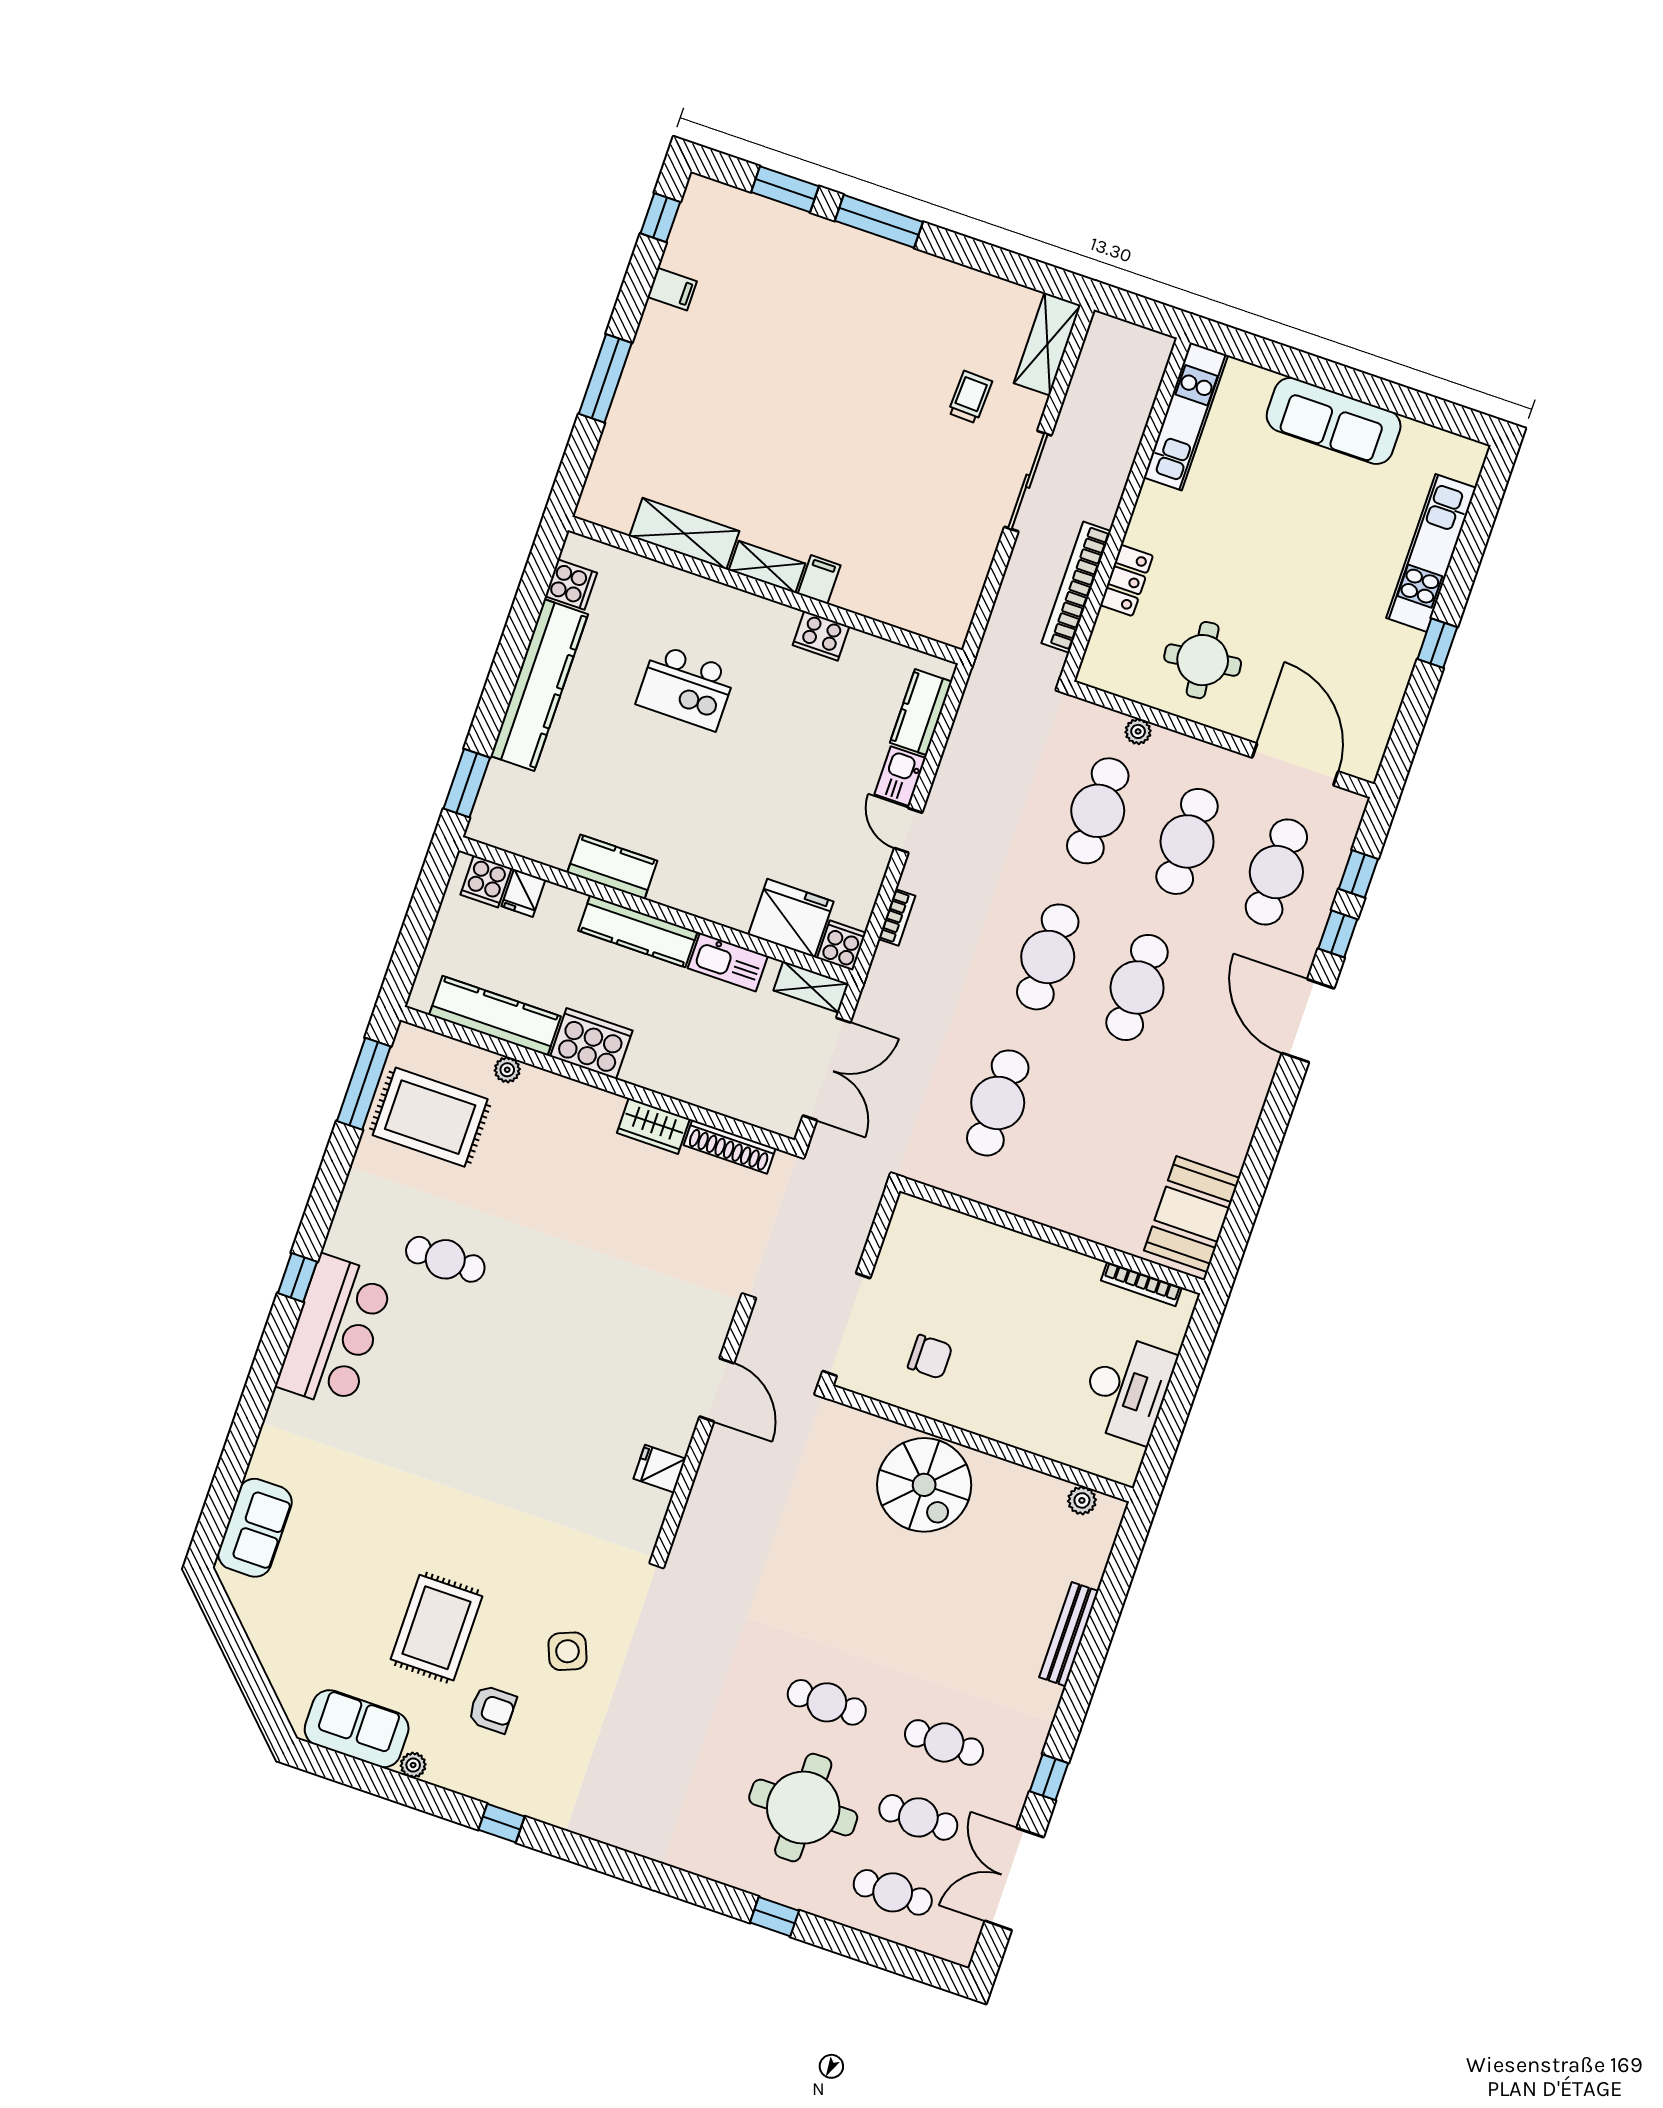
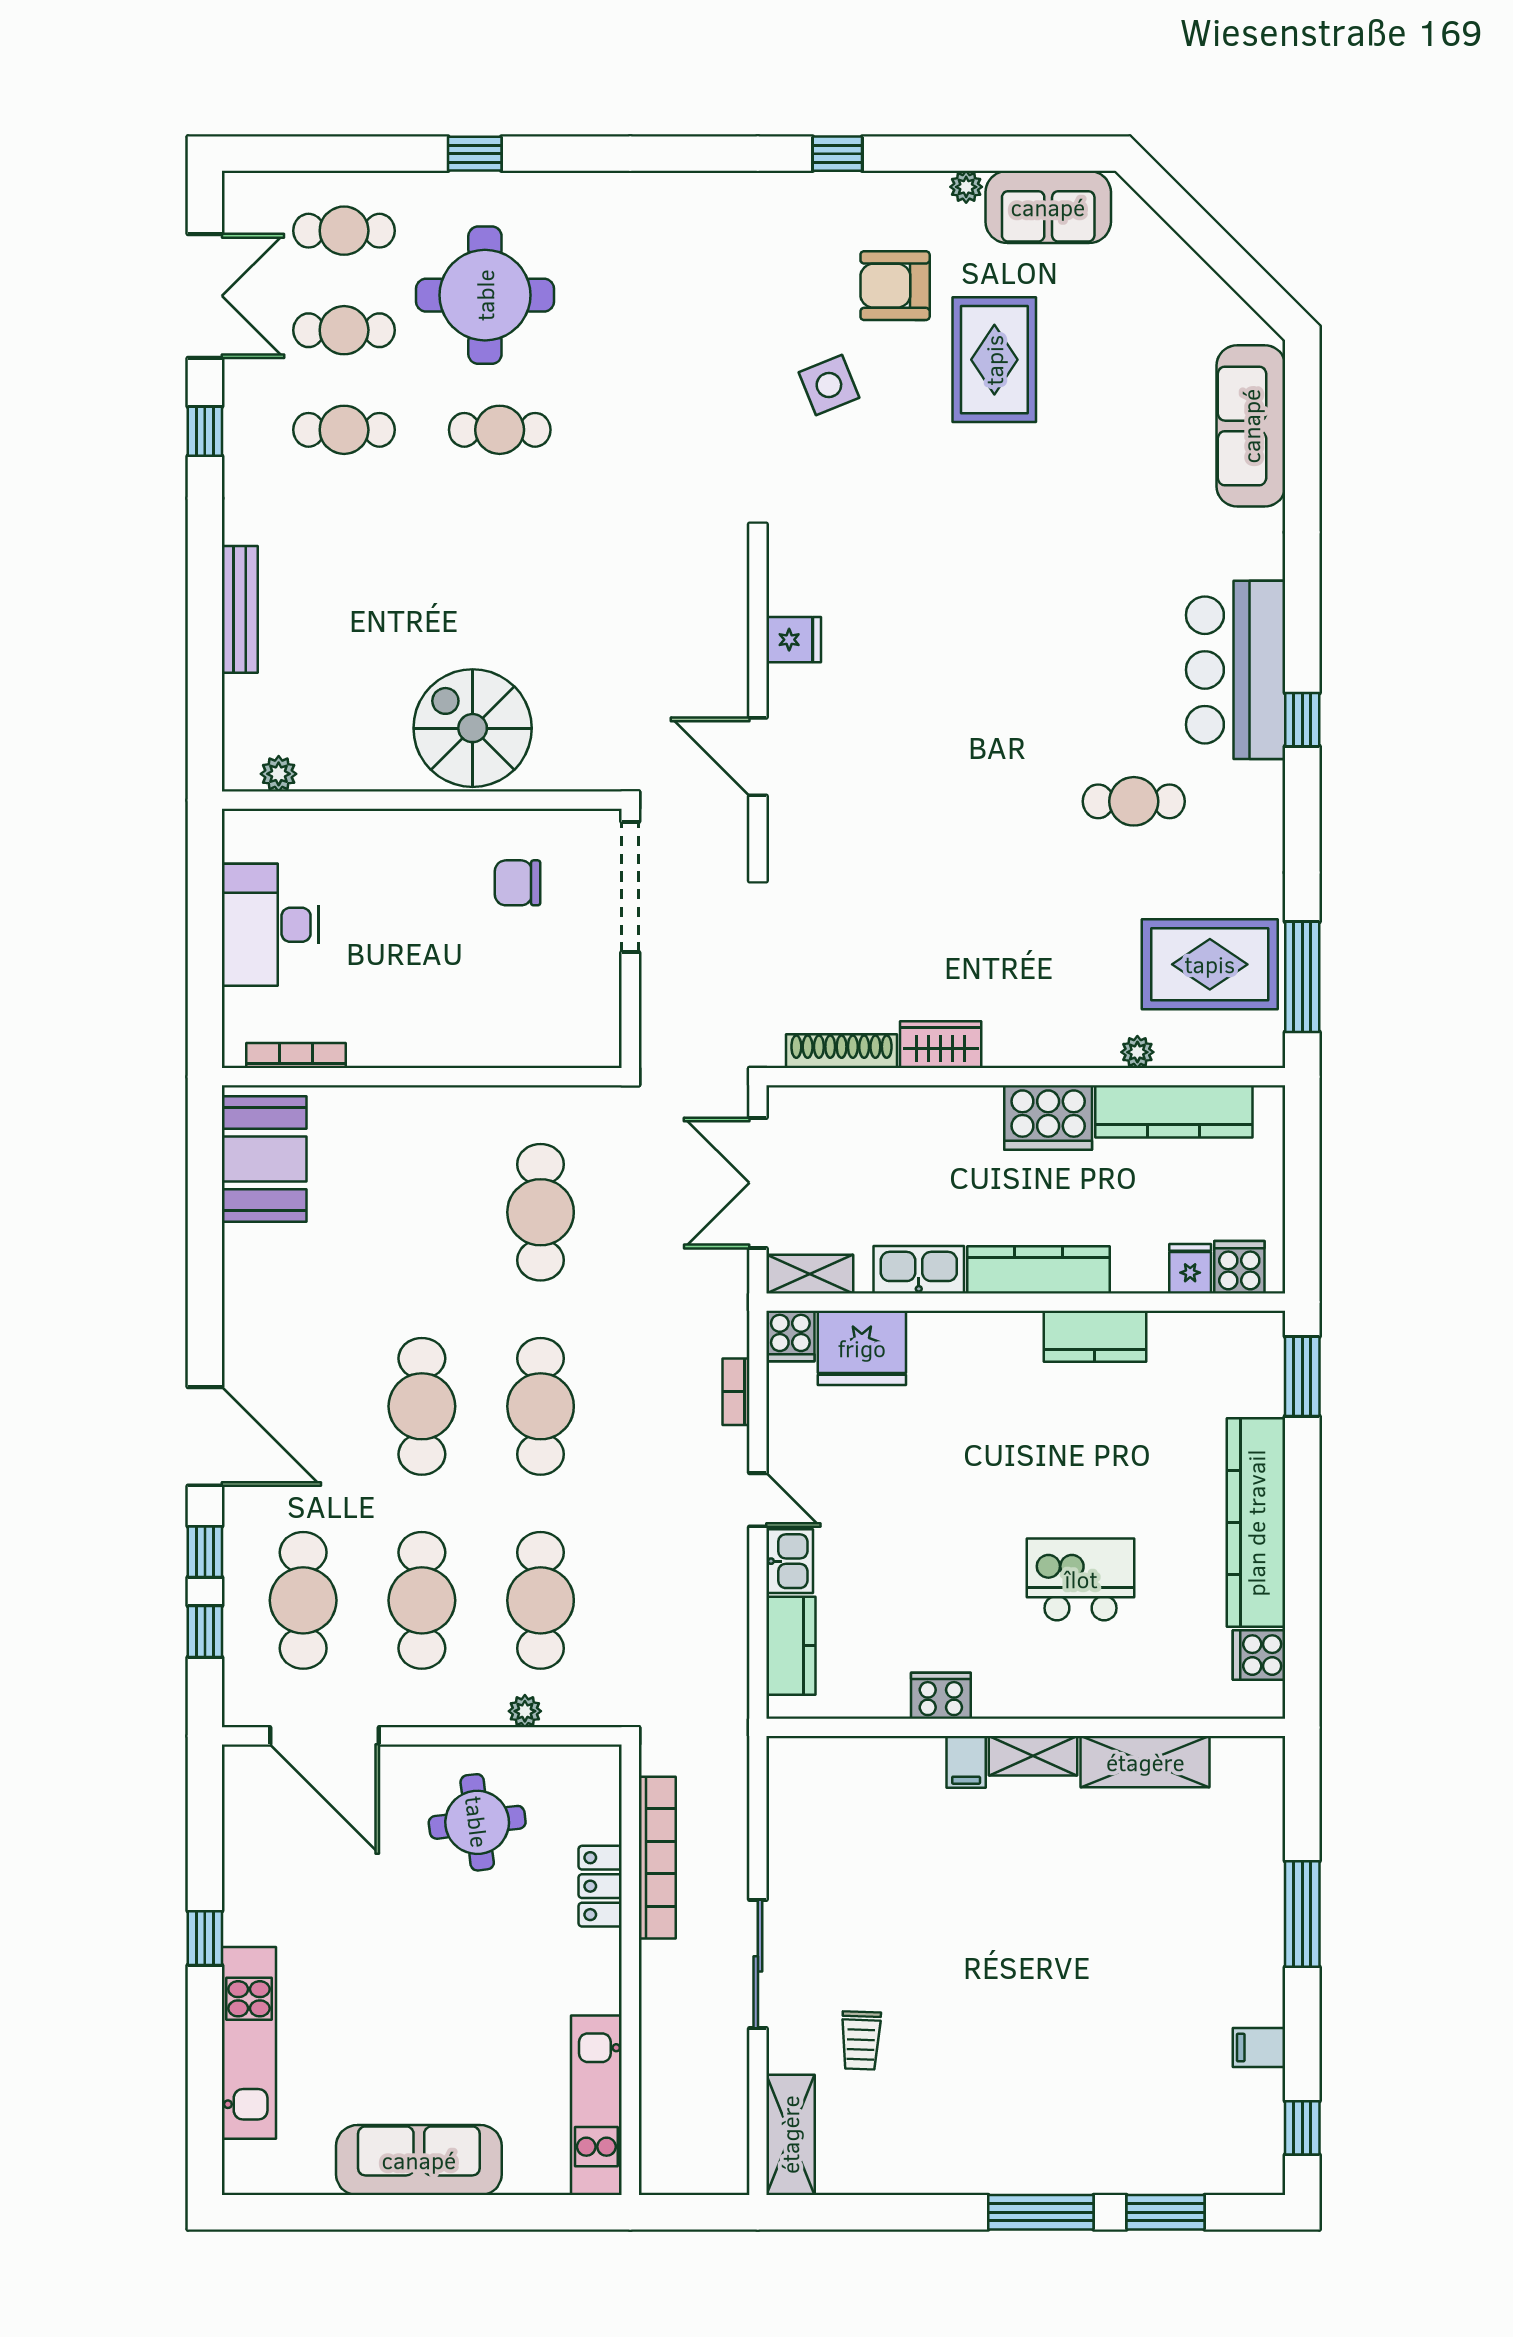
sofa: (255, 1528) -> (1251, 426), width x1.36
armchair: (492, 1709) -> (895, 286), width x1.38, depth x1.38

